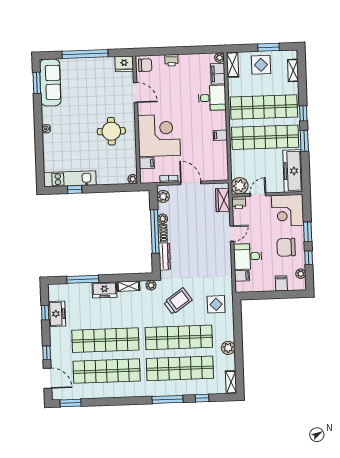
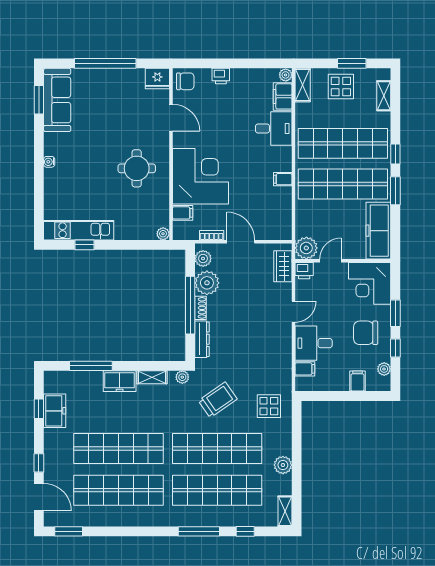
plant: (163, 219) -> (207, 283), width x1.87, depth x1.87

